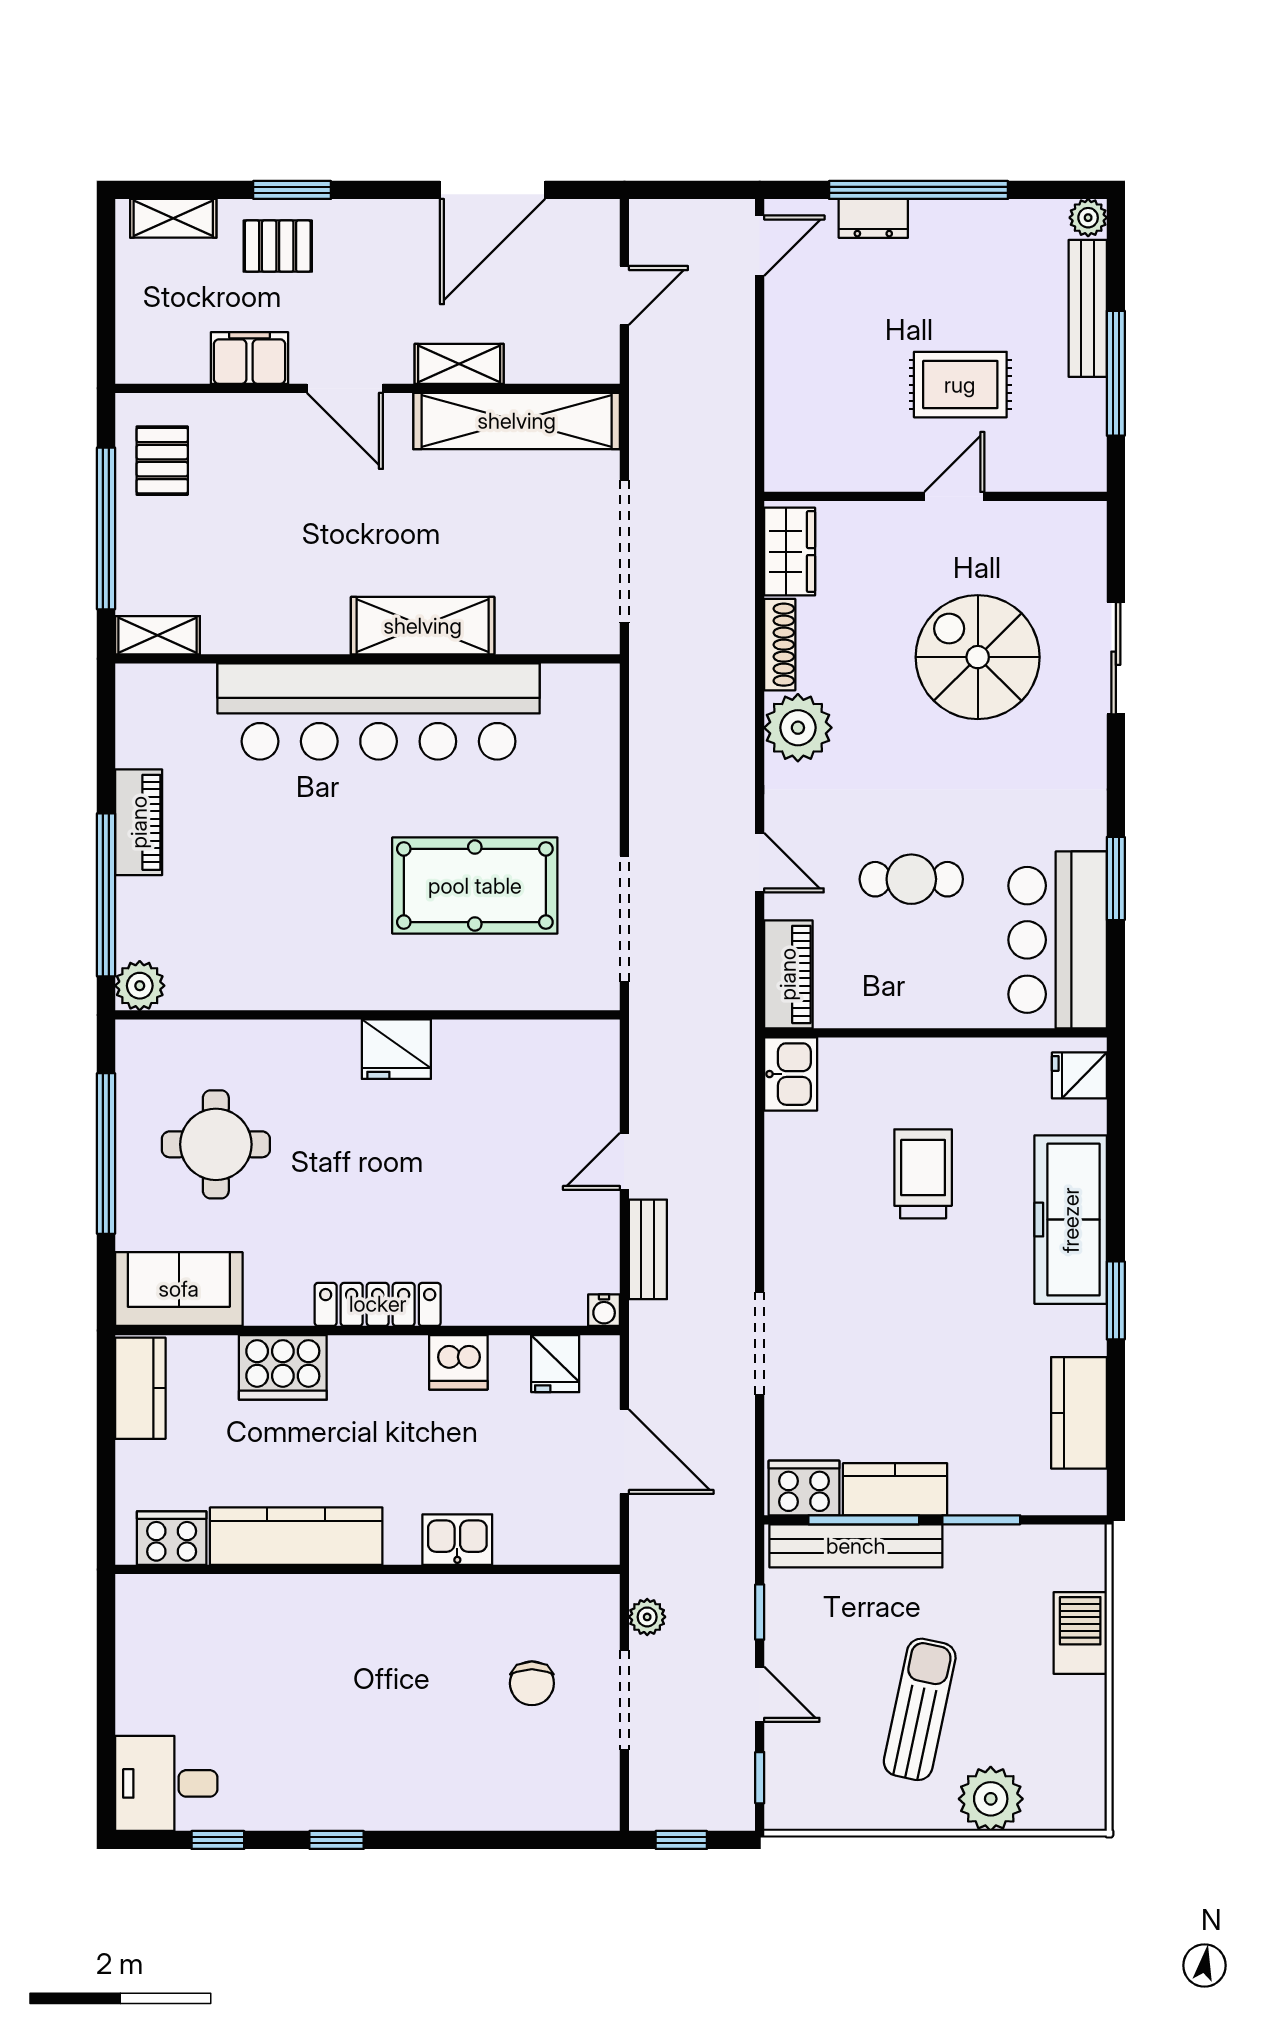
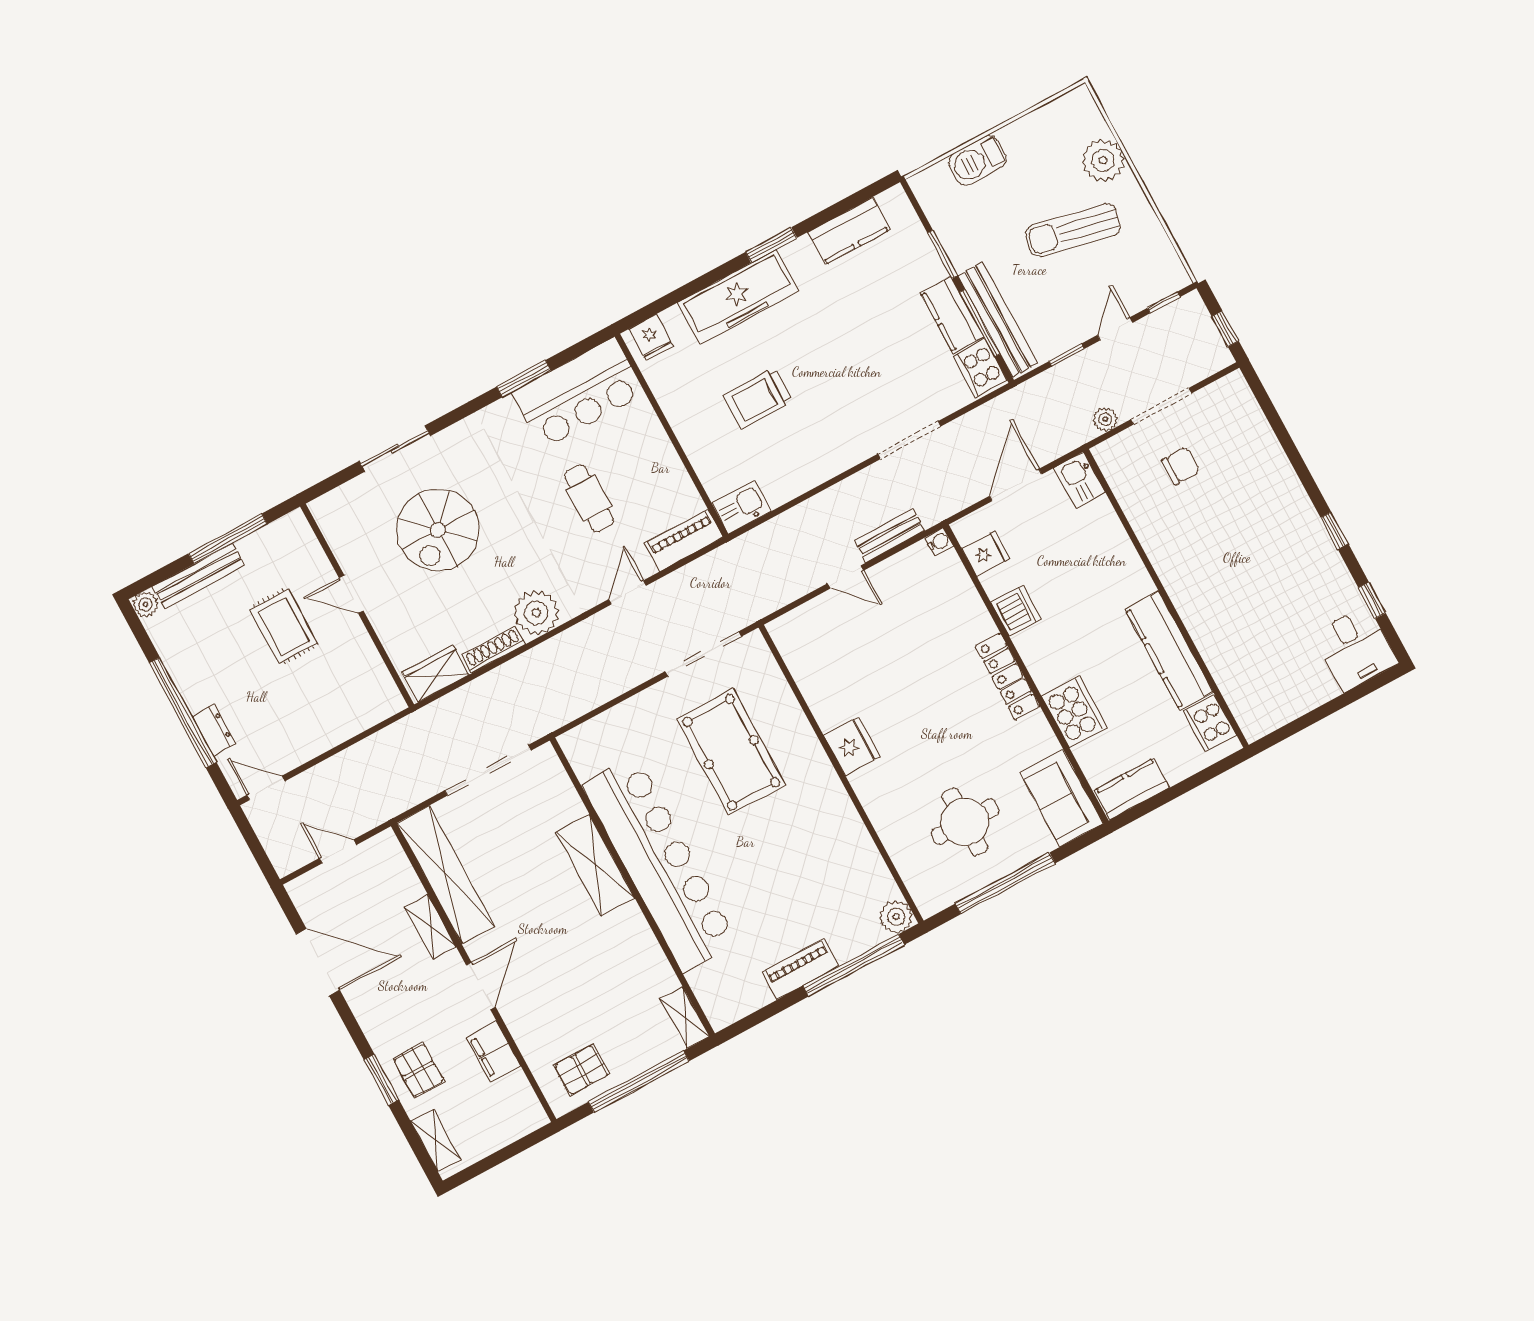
kitchen sink: (457, 1540) -> (1080, 480), moved

